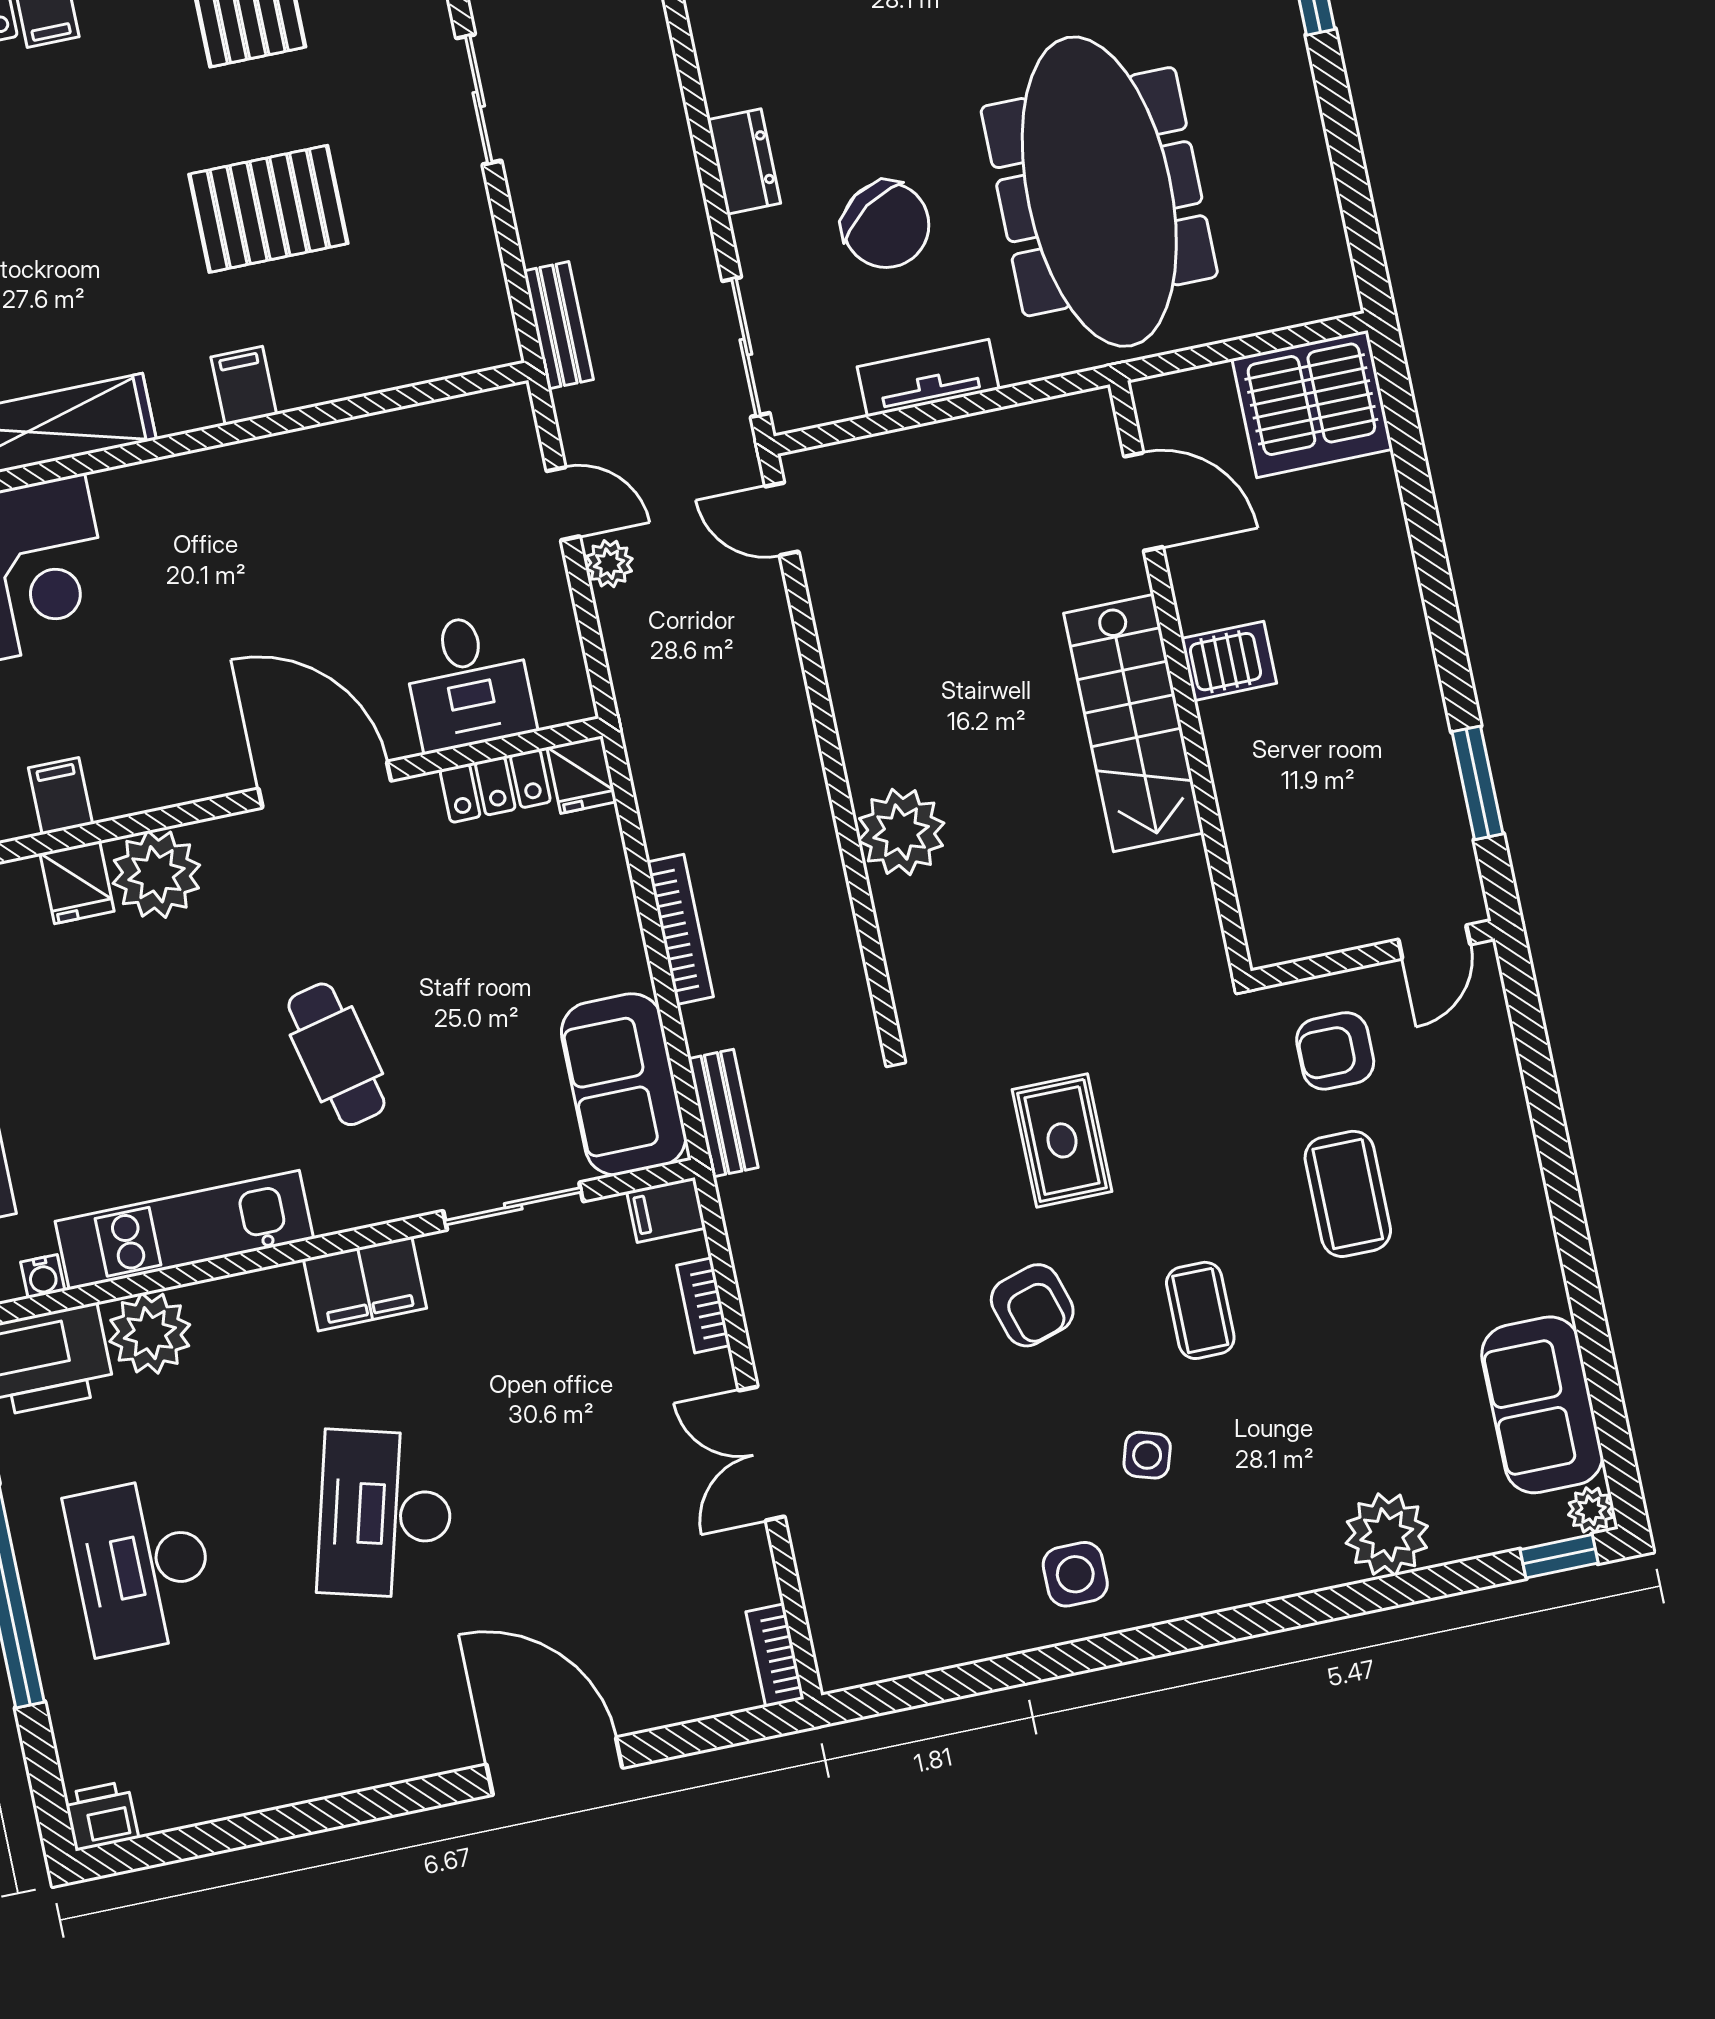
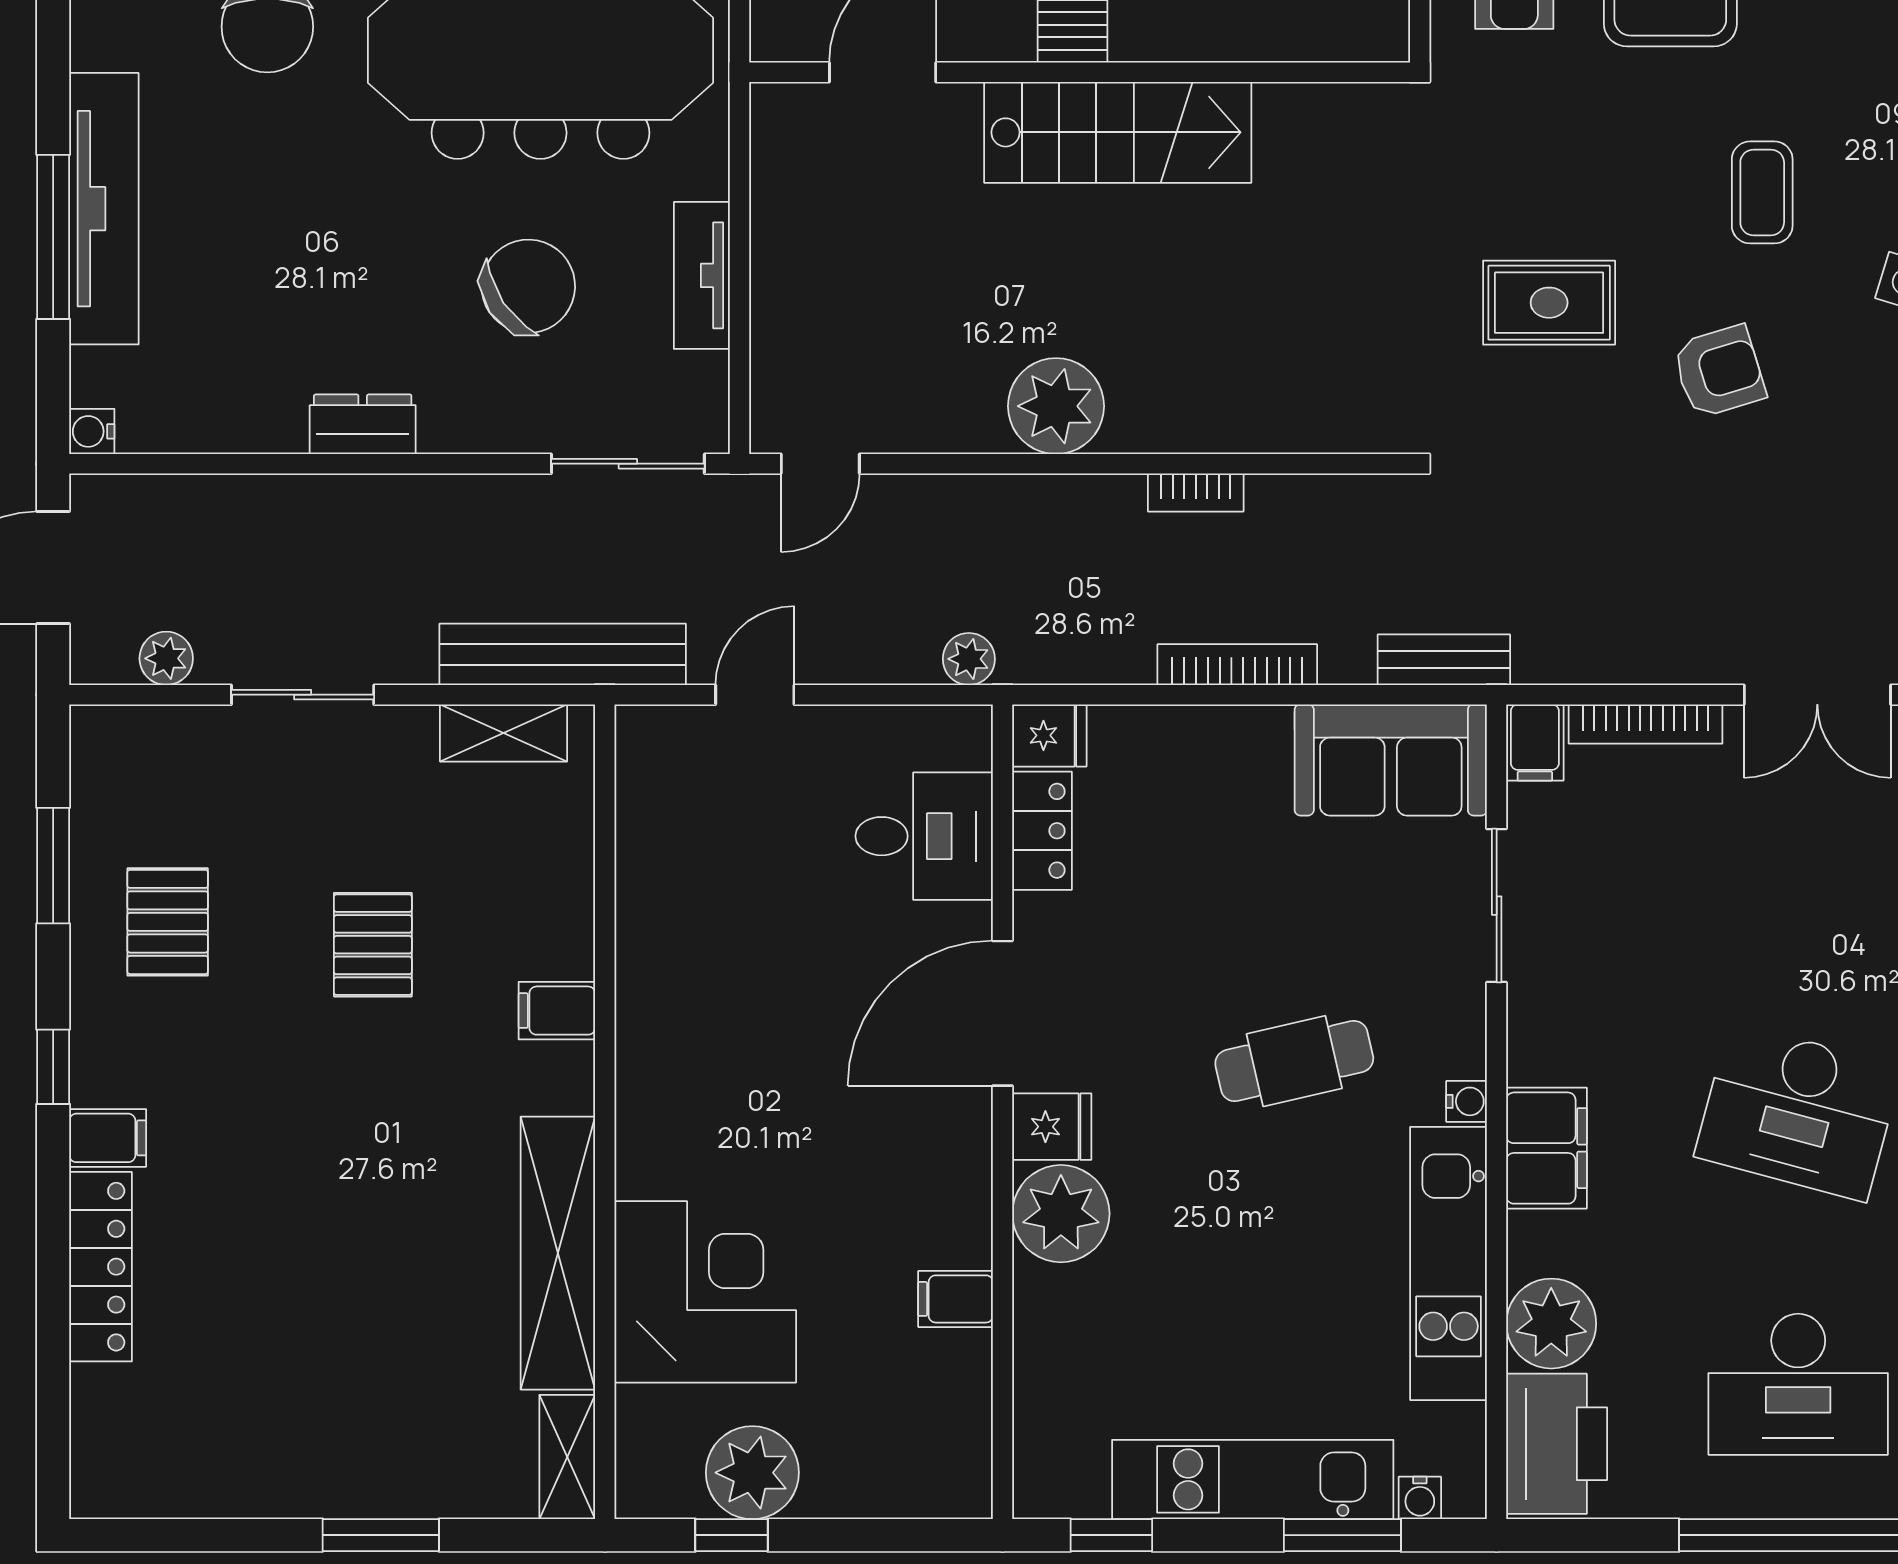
dresser: (744, 162) -> (363, 424), moved
pallet: (268, 209) -> (373, 945), width x0.67, depth x0.71
shelving: (482, 286) -> (504, 733), added
bench: (558, 325) -> (563, 654), width x1.86, depth x1.21
plant: (609, 564) -> (969, 659), moved
plant: (901, 832) -> (1056, 406), moved
bookcase: (826, 860) -> (1196, 492), added
fridge: (77, 882) -> (1052, 1127), moved
water cooler: (43, 1276) -> (1467, 1101), moved
filing cabinet: (365, 1284) -> (1547, 1148), moved
bookcase: (703, 1305) -> (1646, 724), width x1.56
coffee table: (1200, 1310) -> (1762, 192), turned 90

